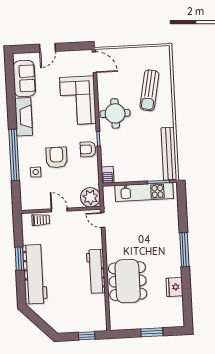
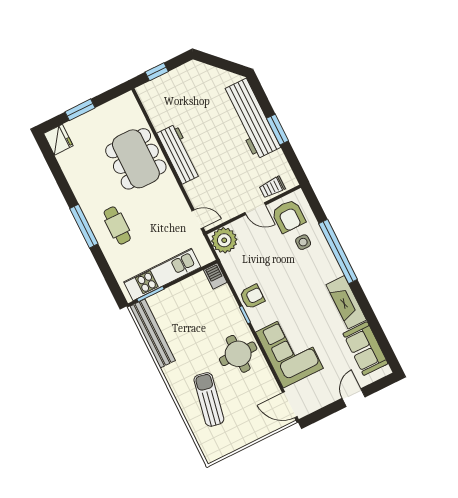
armchair: (57, 157) -> (288, 216), moved
cafe table: (161, 240) -> (117, 225), added
fridge: (174, 287) -> (58, 140), moved

